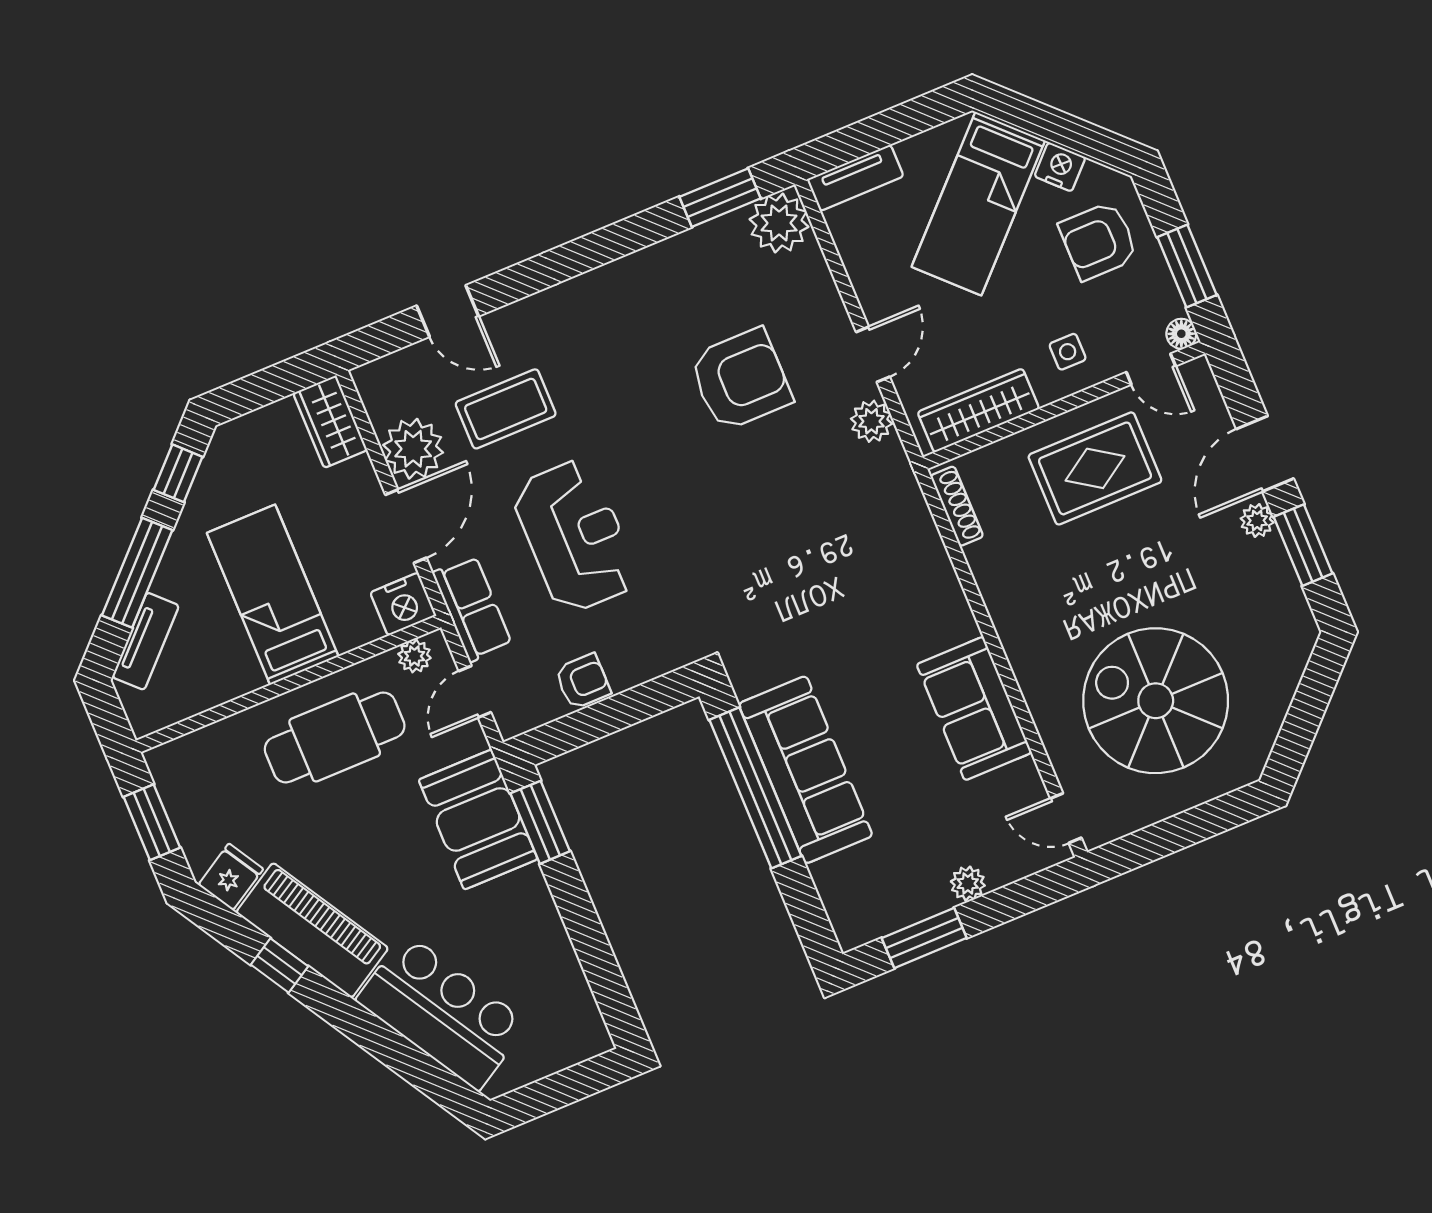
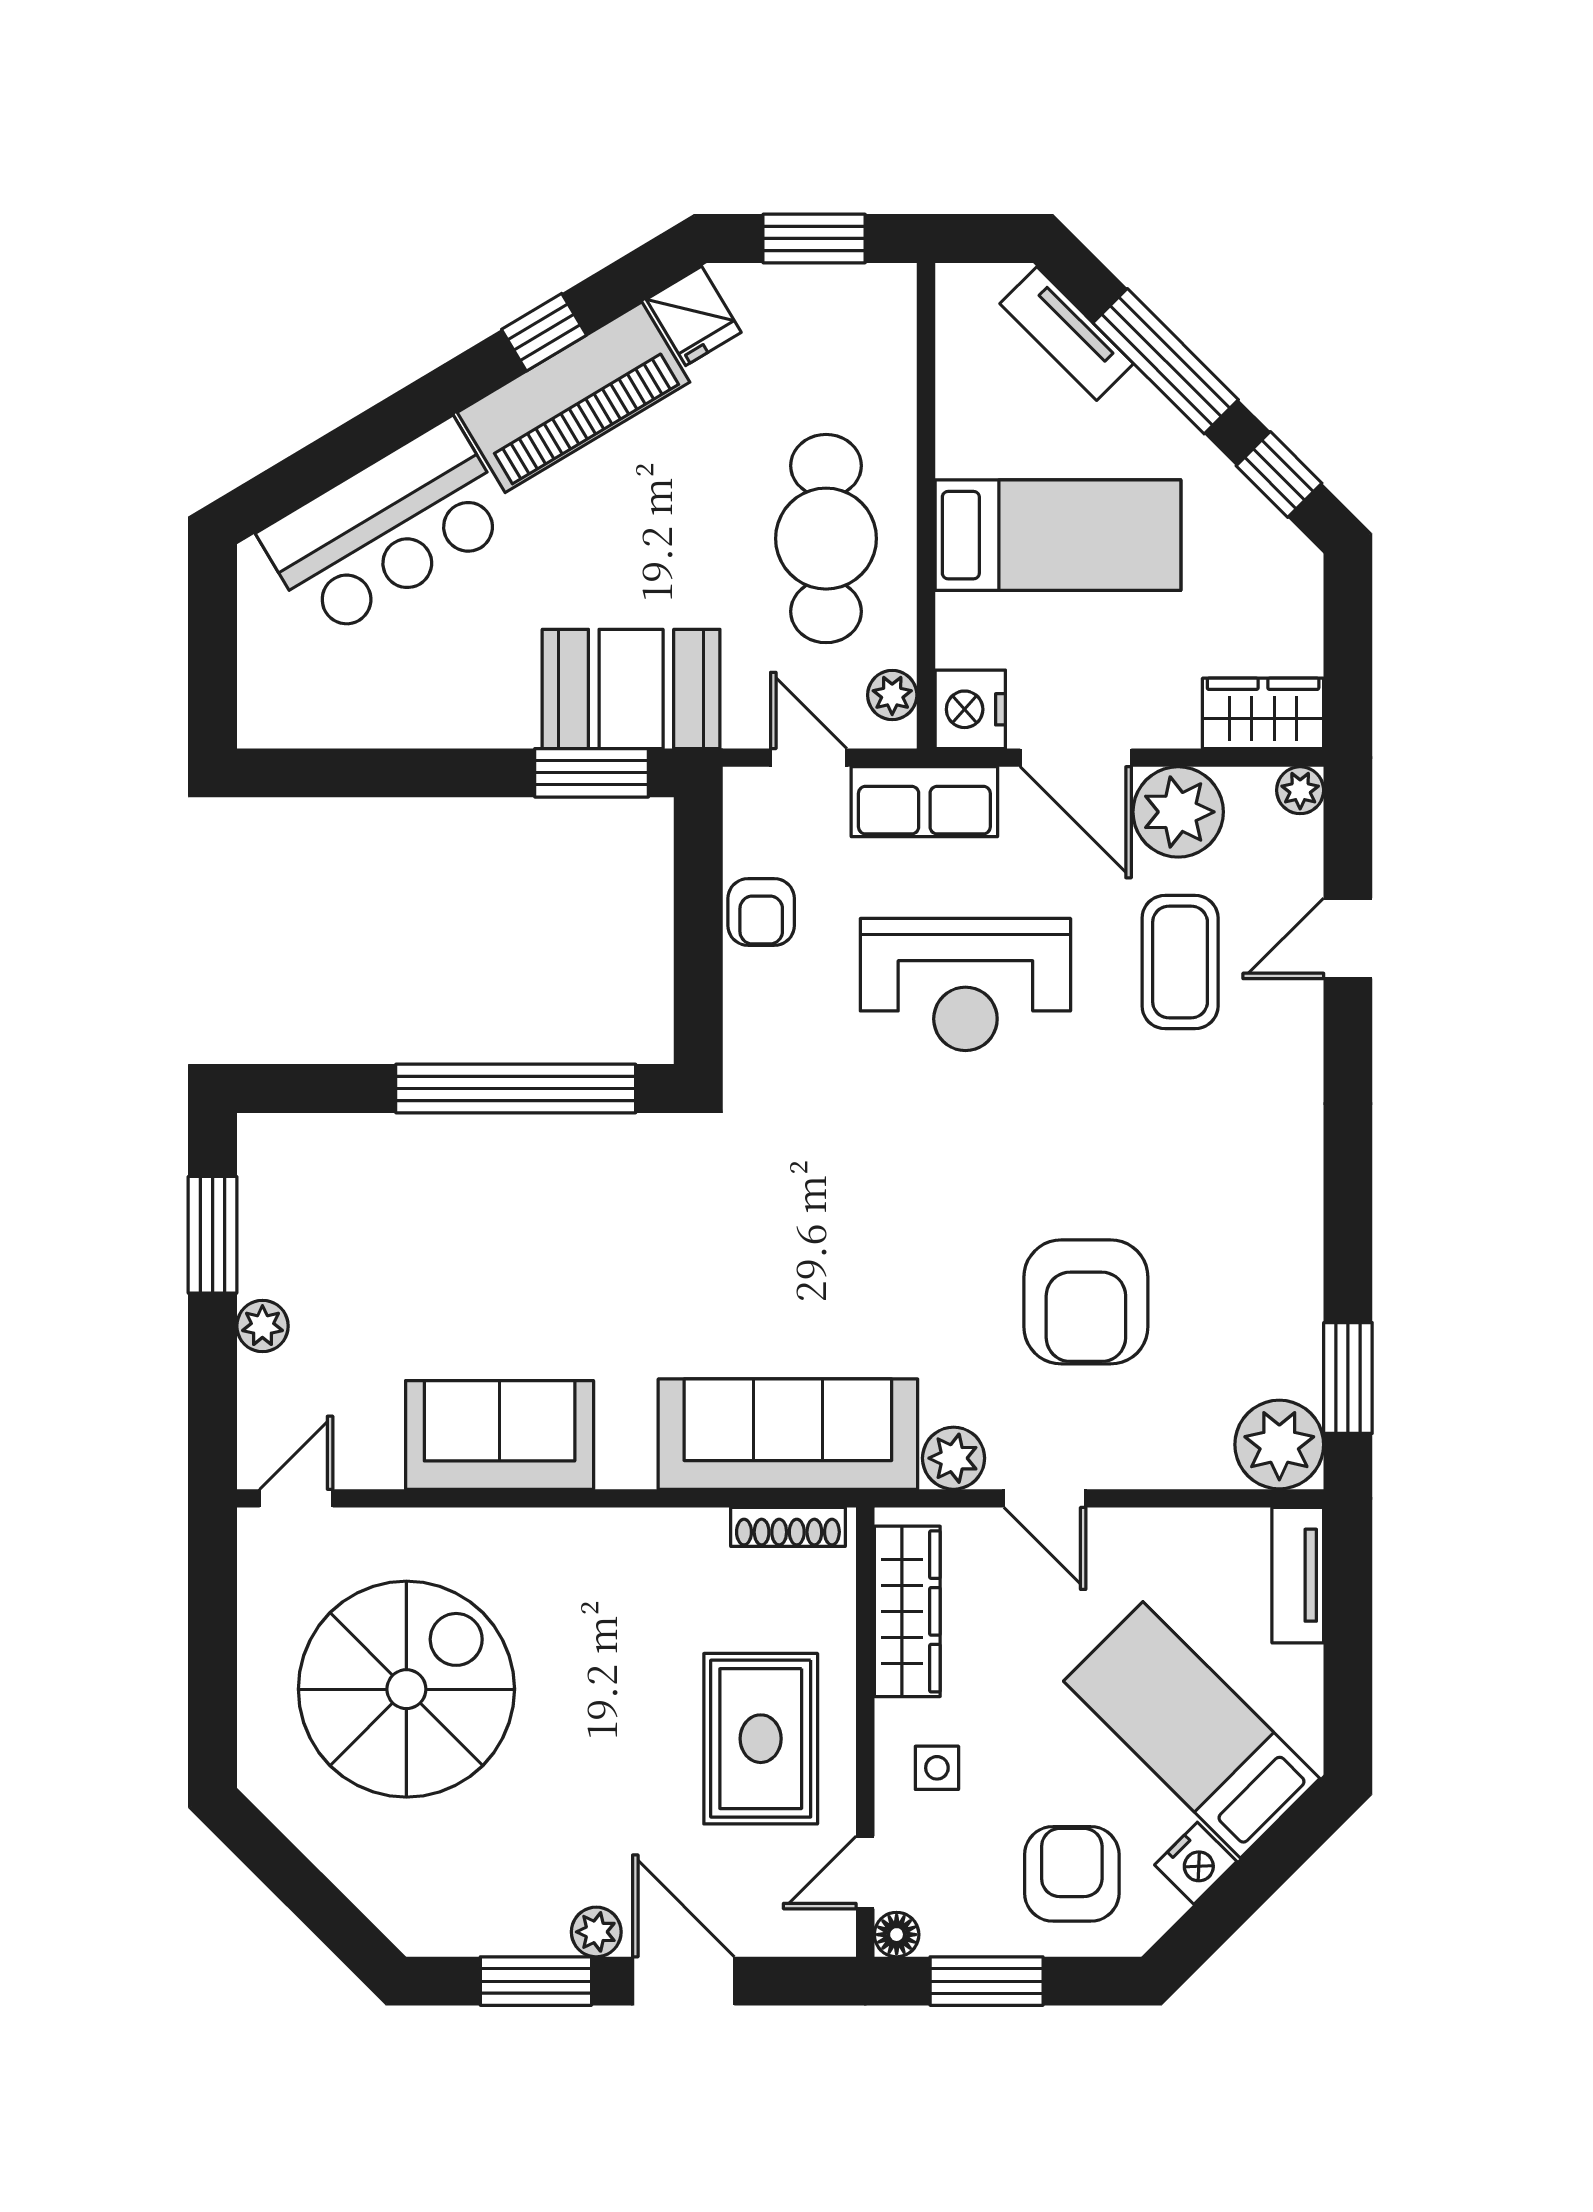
plant: (368, 379) -> (1300, 790), added
sofa: (806, 770) -> (788, 1434), moved, turned 180

